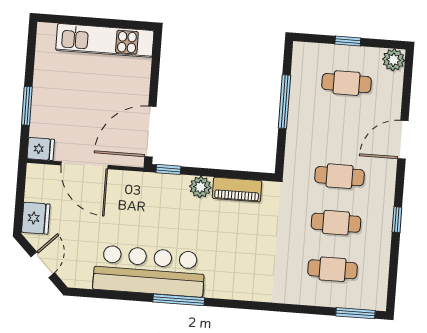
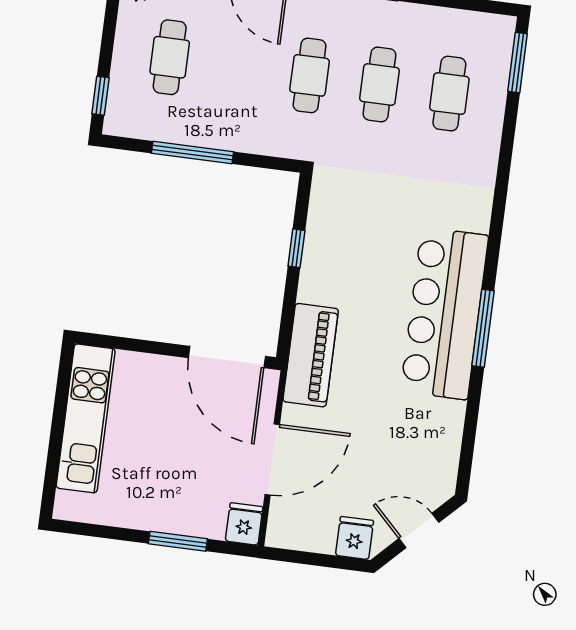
window: (348, 41) -> (101, 96), moved
window: (168, 169) -> (296, 248), moved
plant: (200, 187) -> (315, 286), removed
piano: (237, 190) -> (311, 355), moved, width x1.37, depth x1.33
fridge: (36, 218) -> (355, 538), width x0.72
bar counter: (149, 271) -> (445, 313), moved

